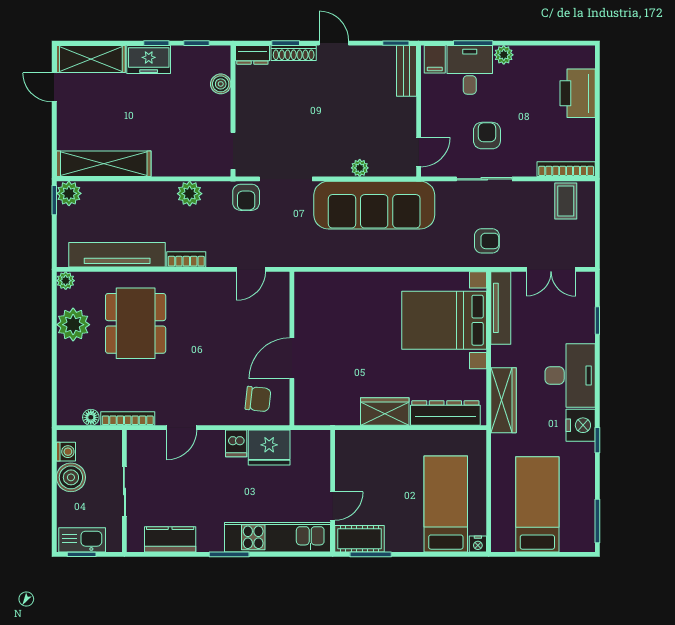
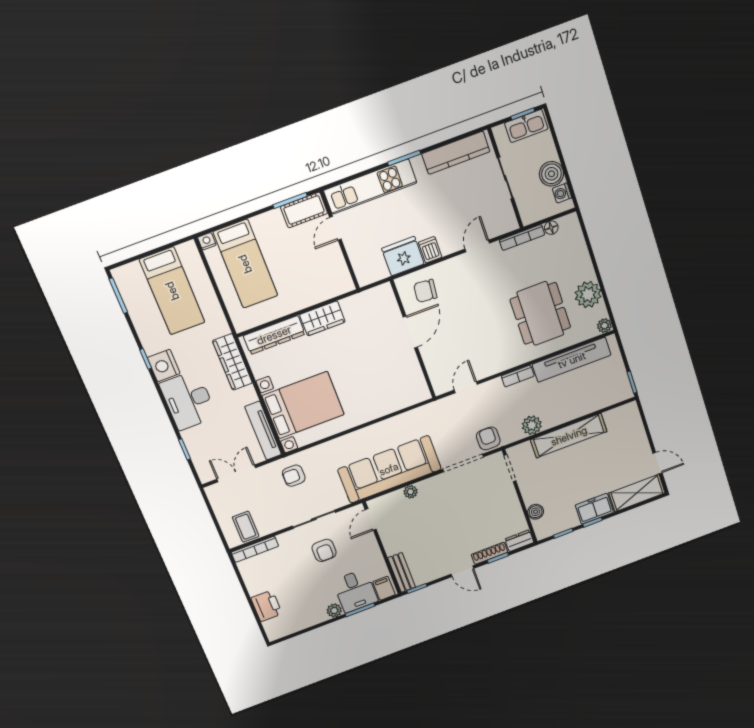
printer: (578, 93) -> (267, 606), width x0.73, depth x0.84
shelving: (104, 164) -> (569, 436), moved
plant: (69, 193) -> (623, 391), removed
kitchen counter: (170, 539) -> (456, 153), width x1.50

